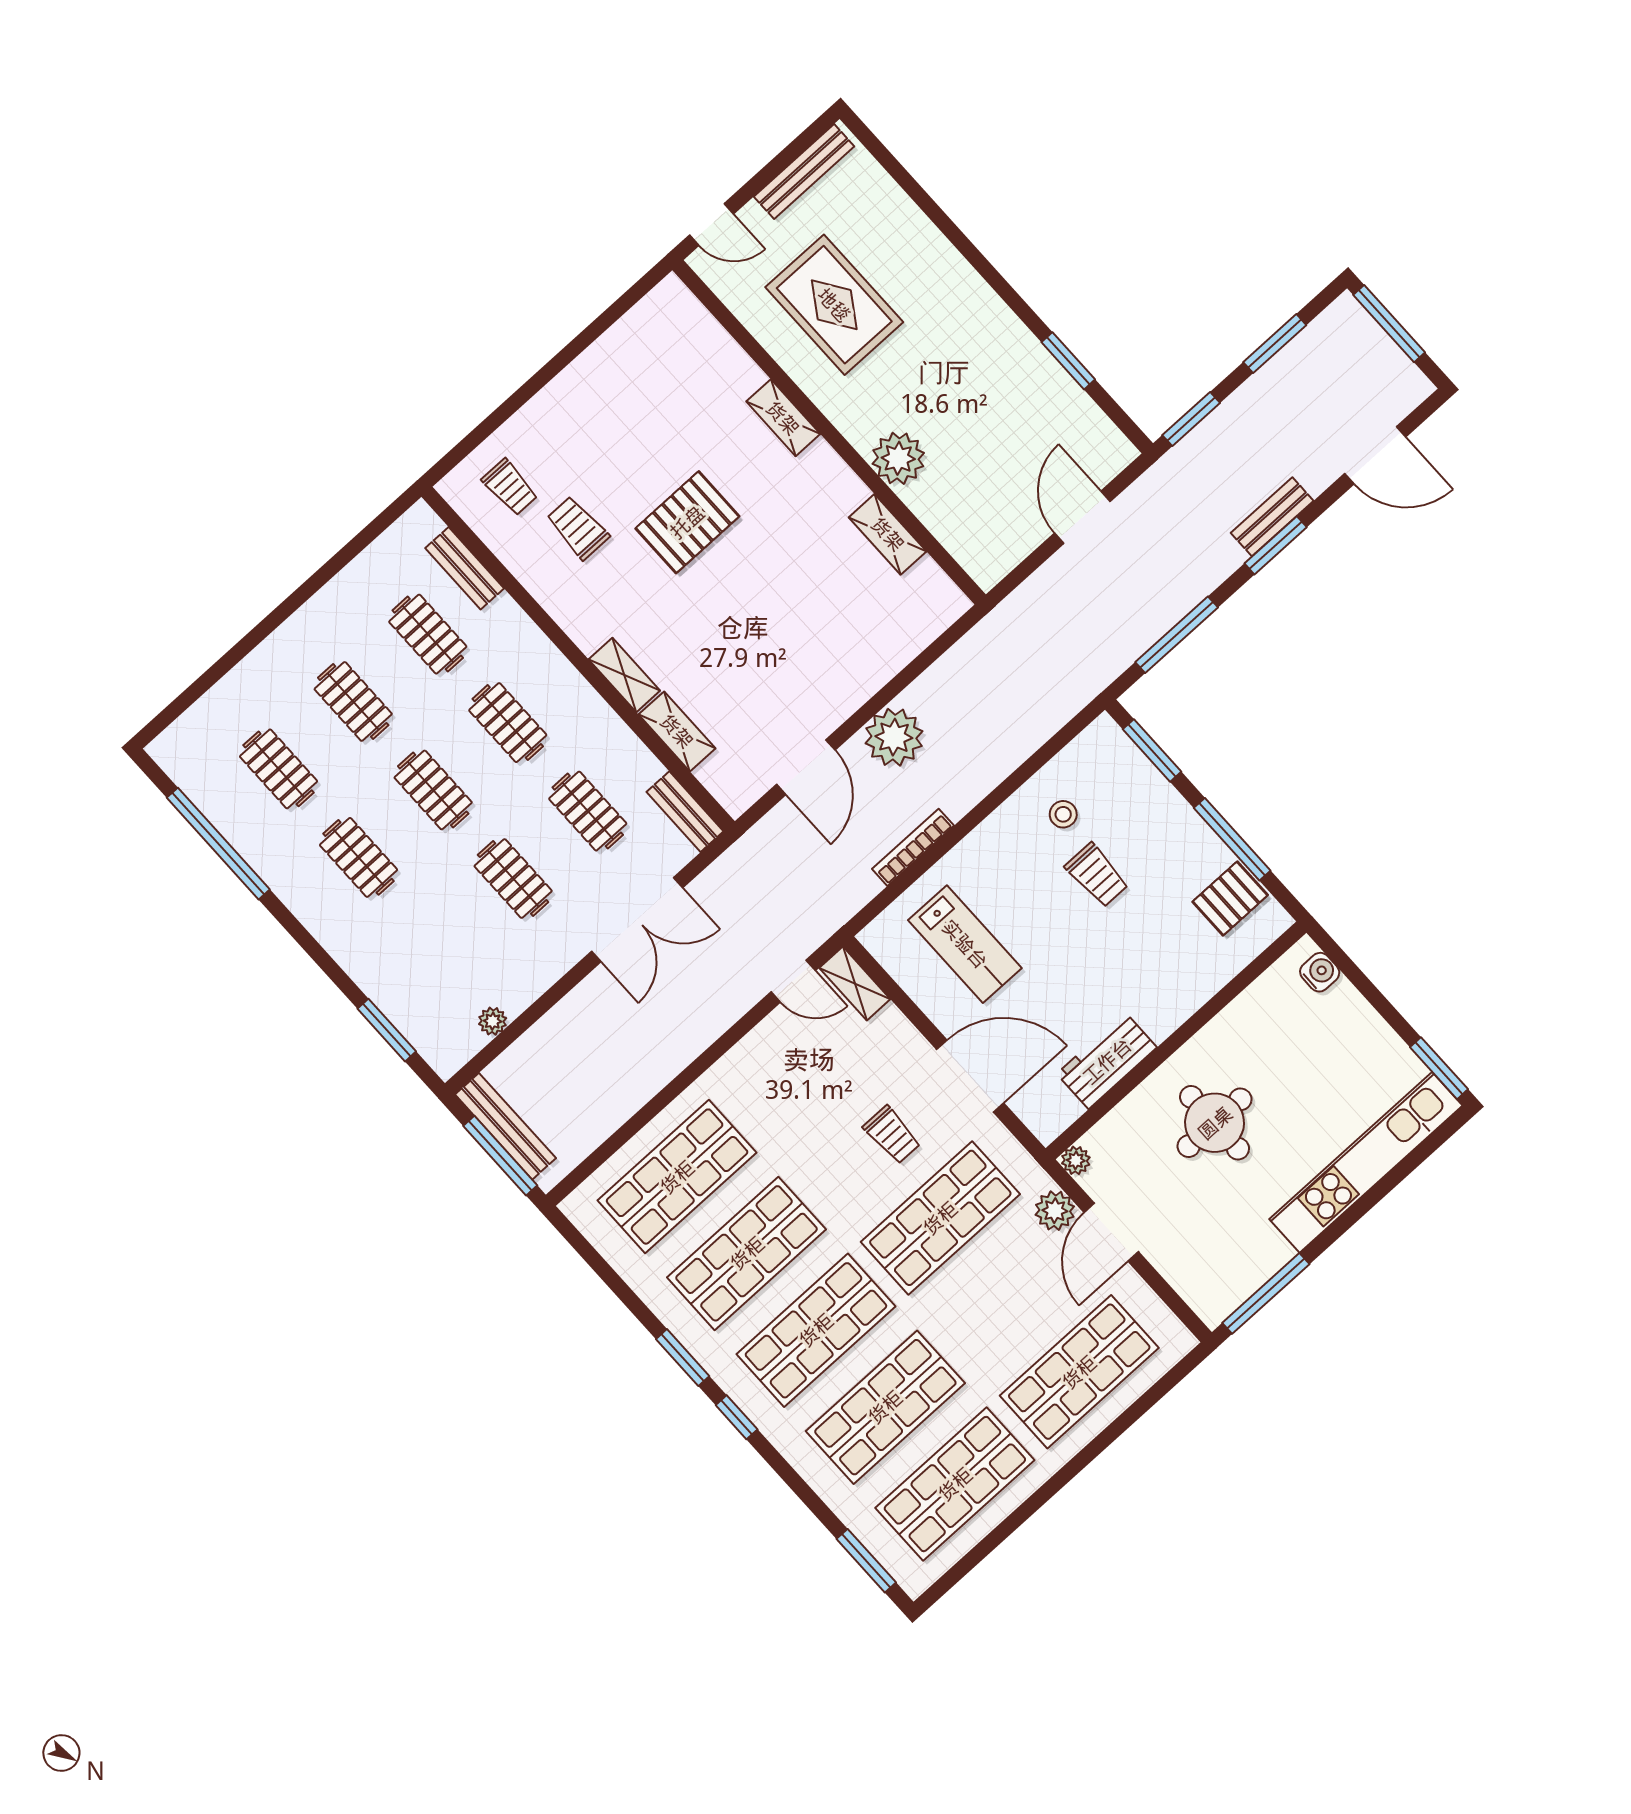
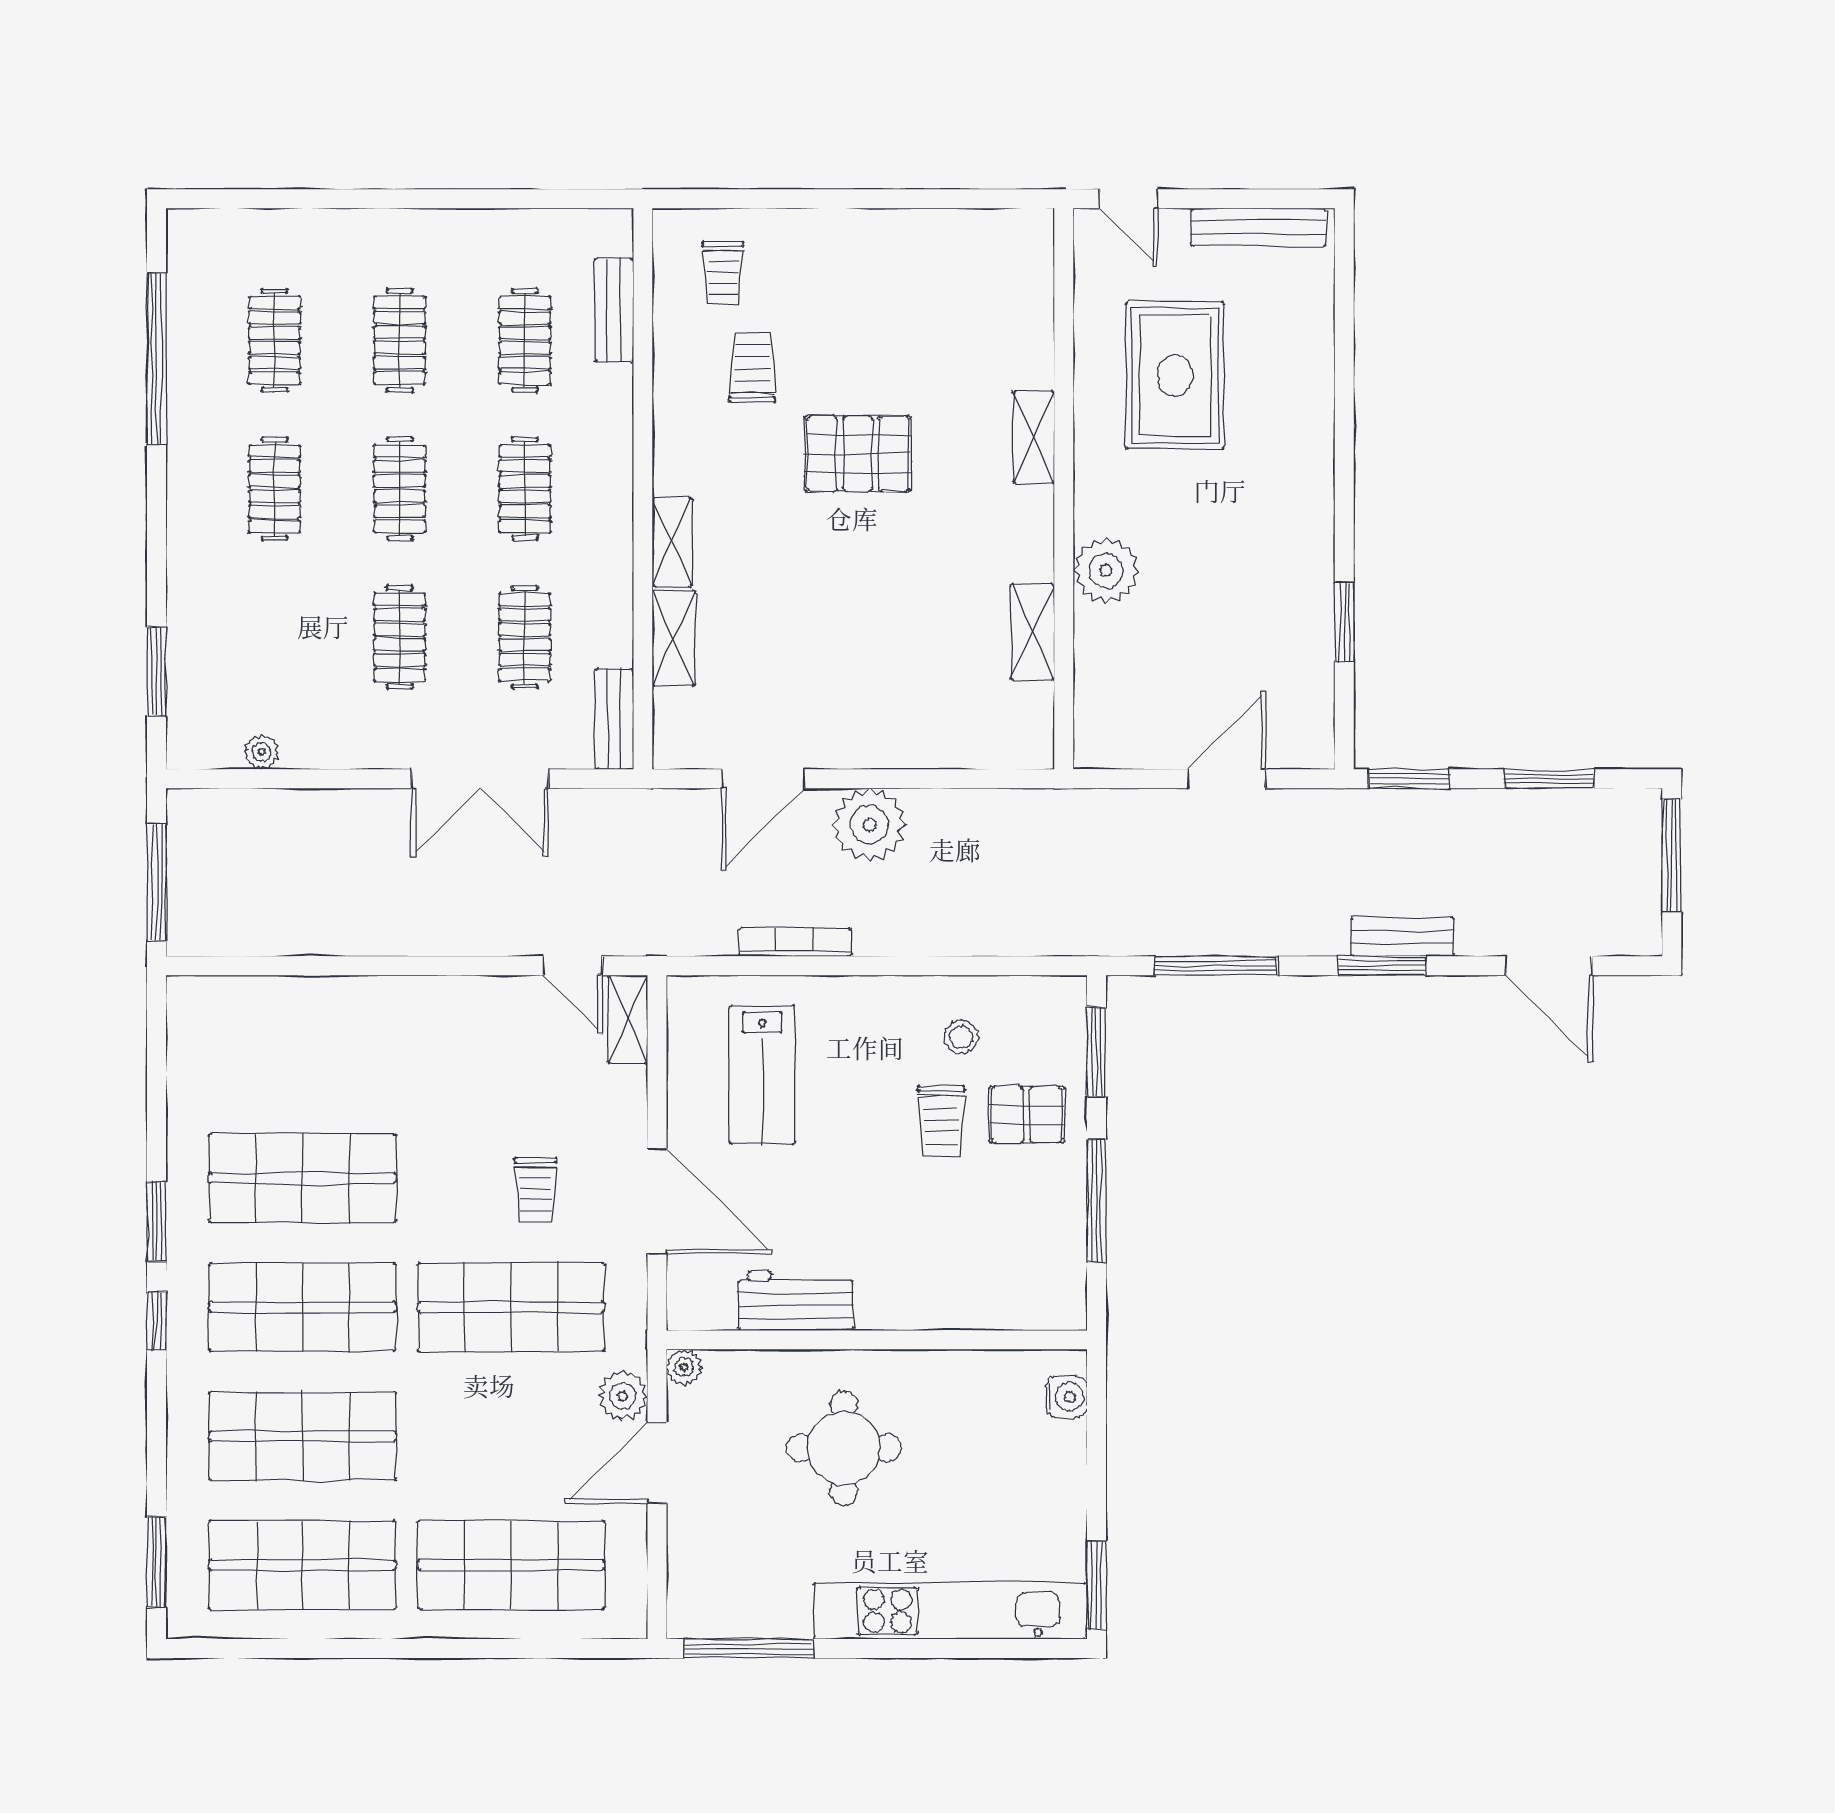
pallet: (1230, 898) -> (1027, 1115), moved
bench: (505, 1126) -> (186, 860), removed
shop shelf: (677, 1177) -> (302, 1049), removed

